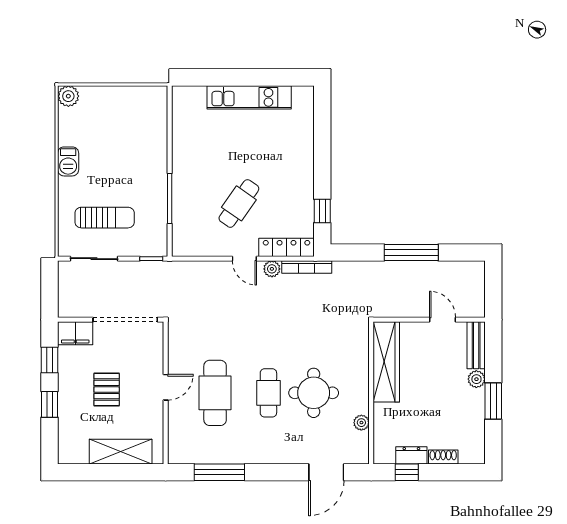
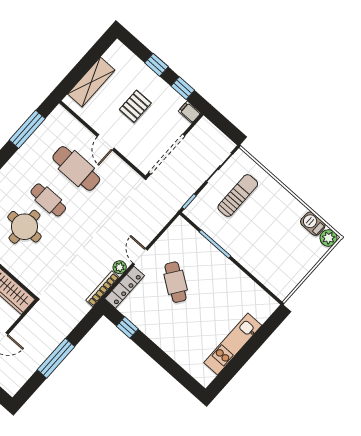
barbecue: (68, 161) -> (313, 224), moved
sun lounger: (105, 218) -> (238, 196), turned 180
door: (244, 259) -> (140, 256), hinge flipped
filing cabinet: (75, 333) -> (190, 112), width x0.50
pallet: (107, 390) -> (135, 106), turned 90

